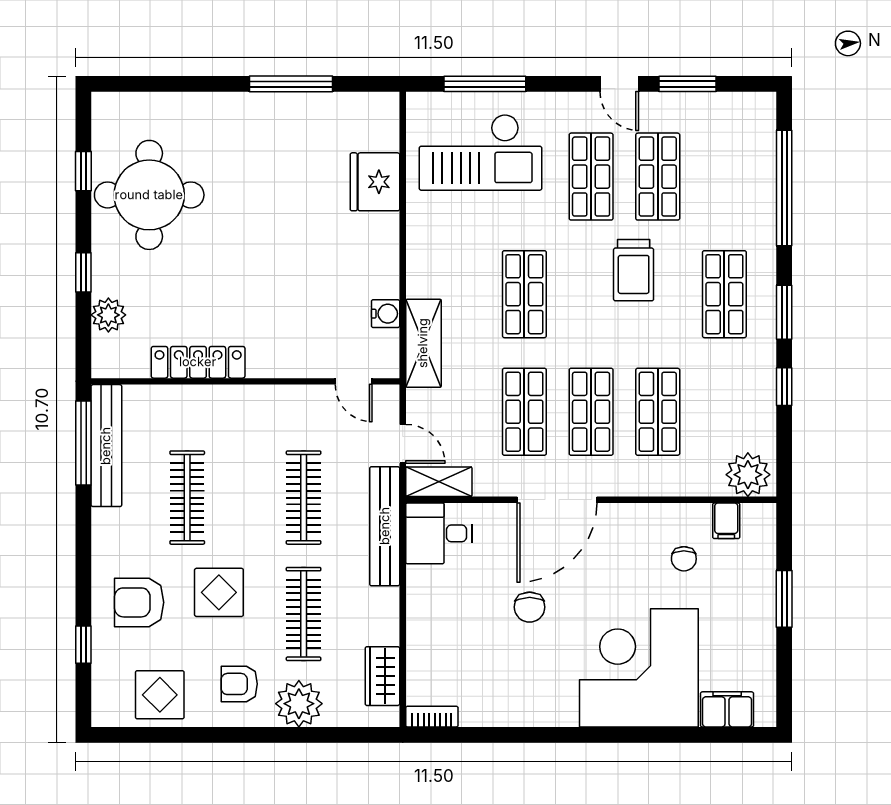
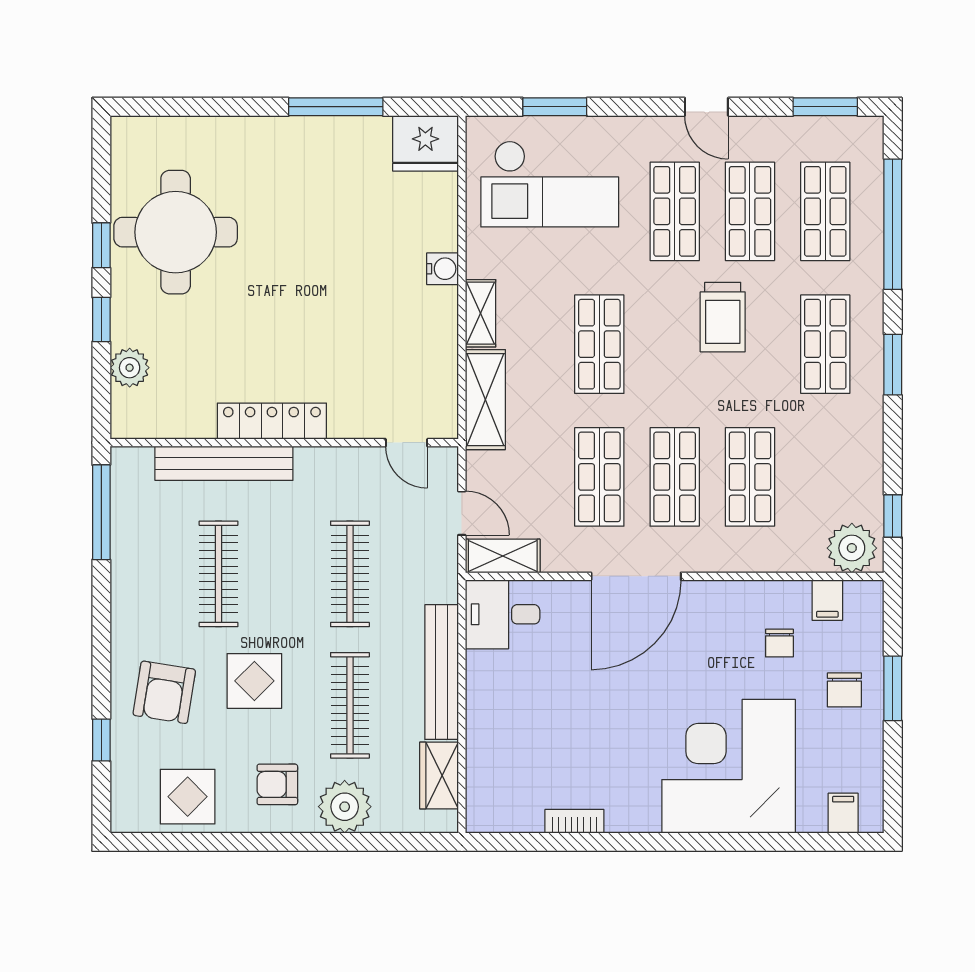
window: (485, 84) -> (555, 107), width x0.69
window: (687, 84) -> (825, 107), moved
window: (83, 171) -> (101, 245), moved
shop shelf: (724, 177) -> (825, 211), added
fridge: (375, 182) -> (425, 143), moved, turned -90
shelving: (419, 267) -> (481, 313), added
water cooler: (386, 314) -> (443, 269), moved
locker: (198, 362) -> (272, 421), moved
window: (784, 387) -> (893, 516), moved
bench: (106, 446) -> (224, 463), moved, turned 90
bench: (385, 526) -> (442, 672), moved
armchair: (139, 602) -> (164, 692), turned -81
chair: (530, 607) -> (844, 690), moved
filing cabinet: (727, 709) -> (843, 813), width x0.50
bookcase: (432, 717) -> (574, 821), moved

